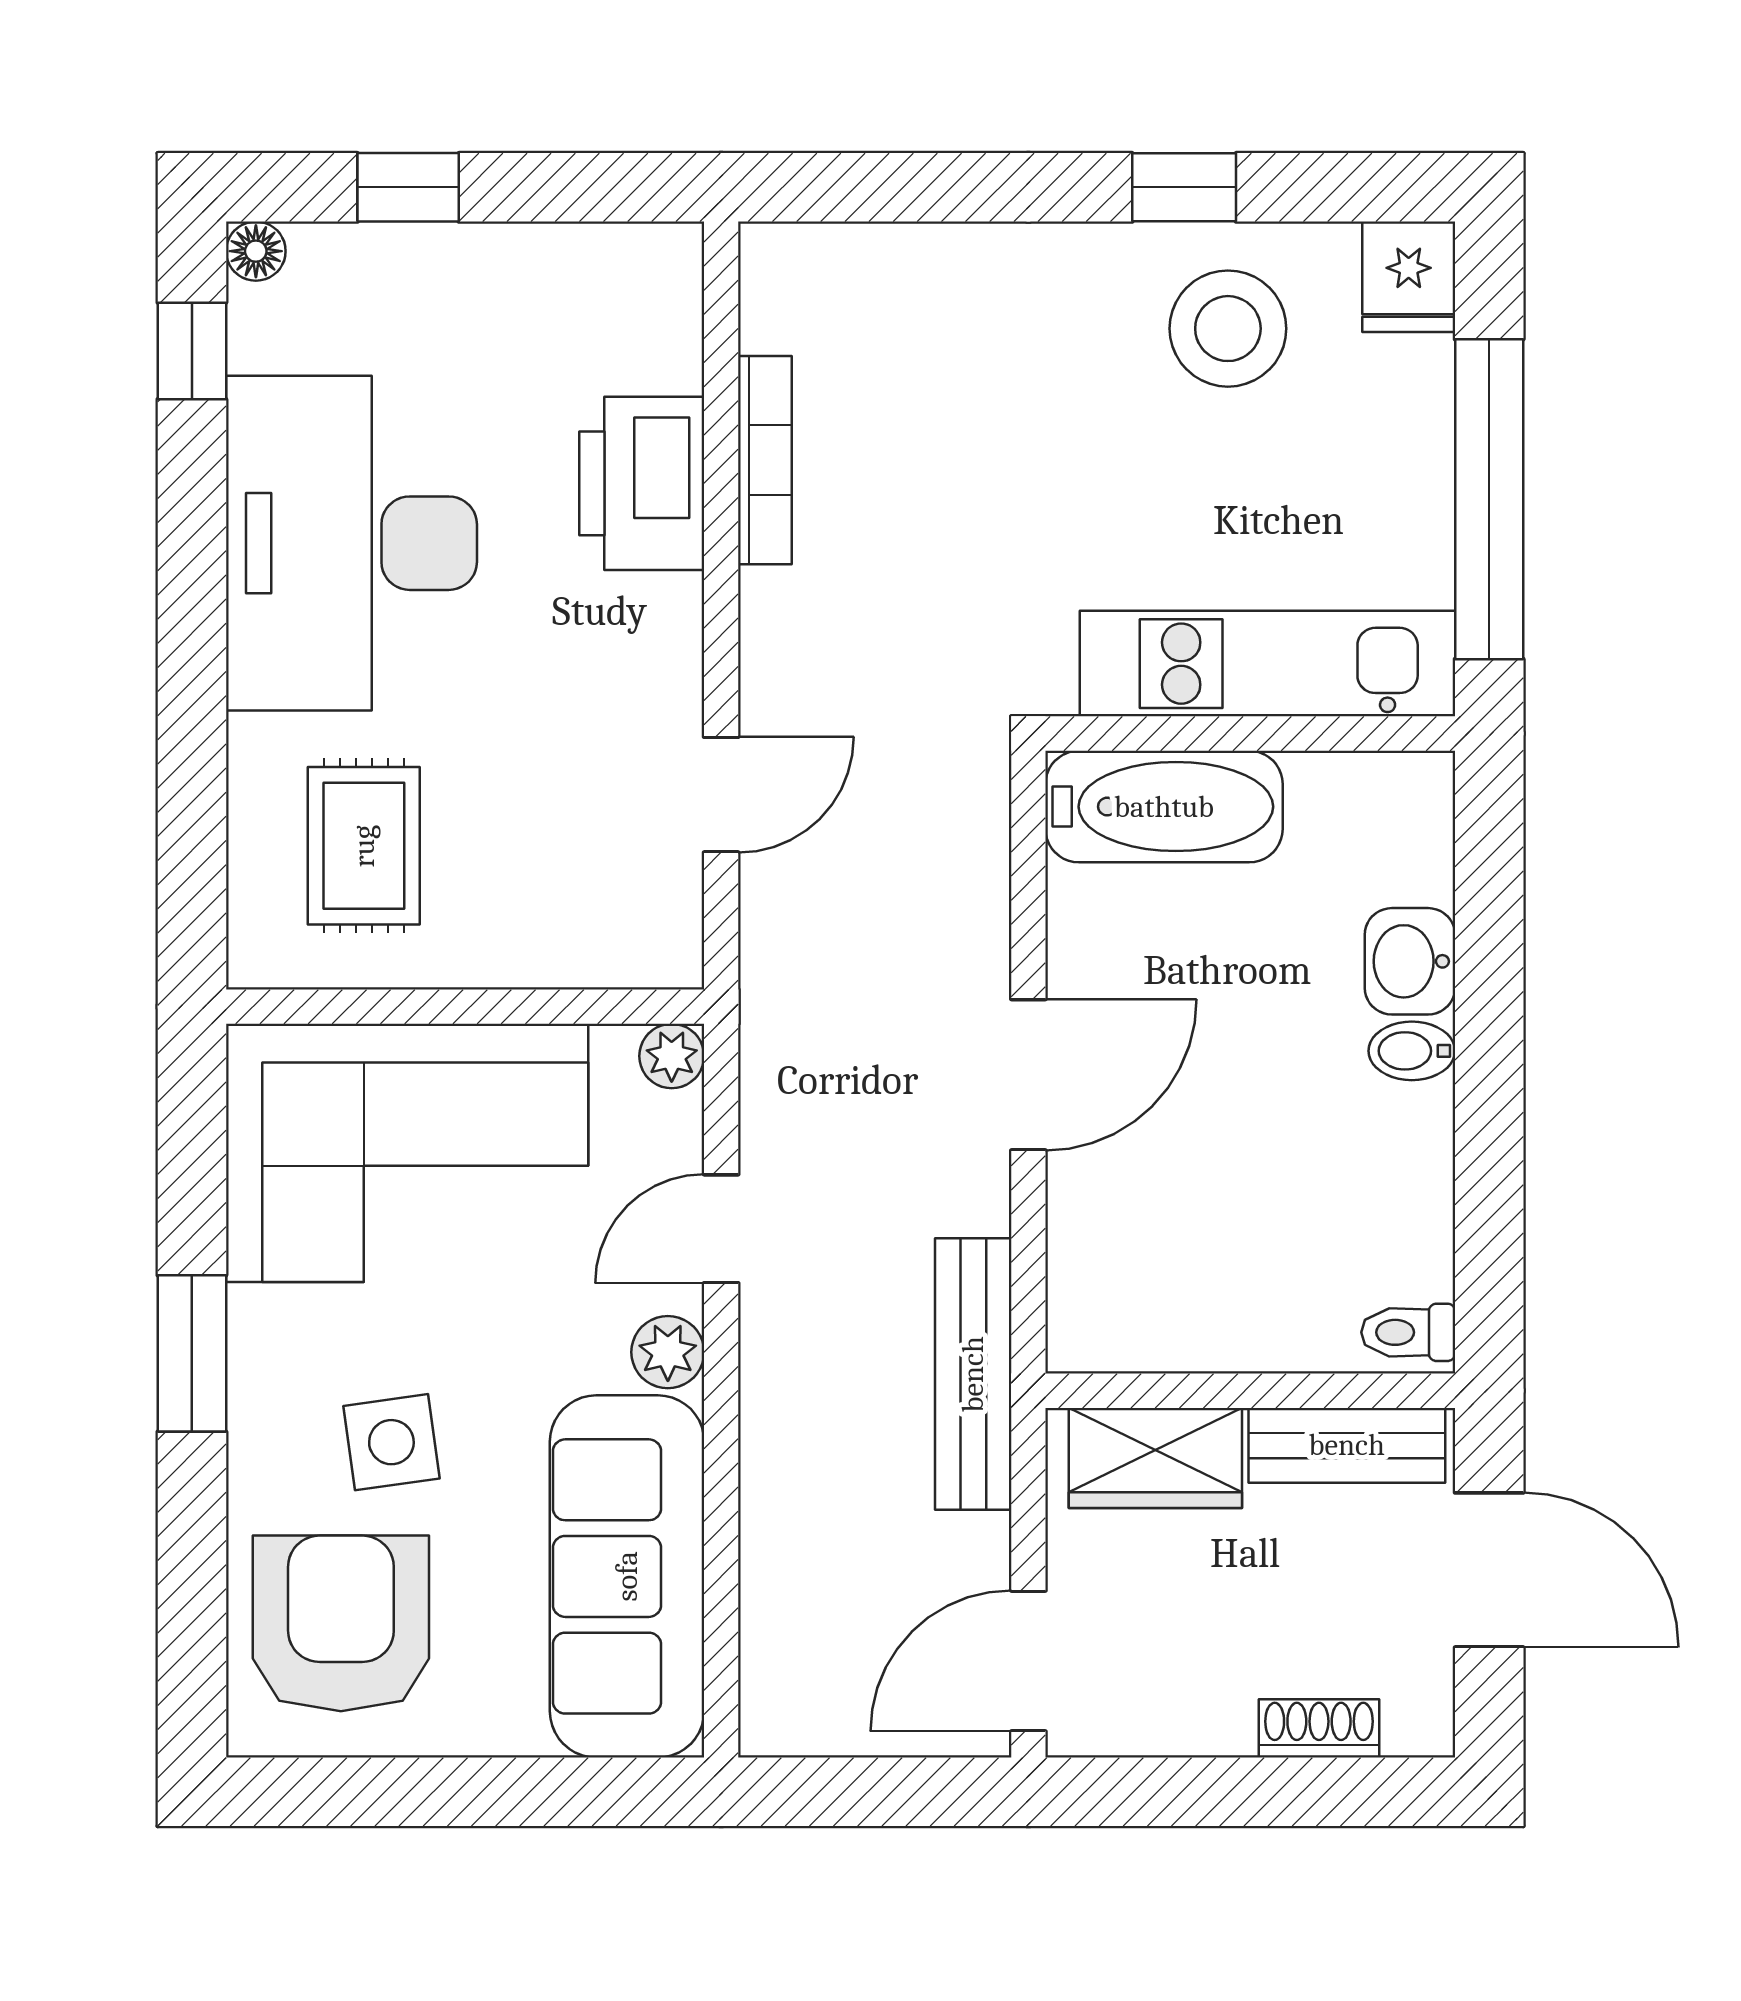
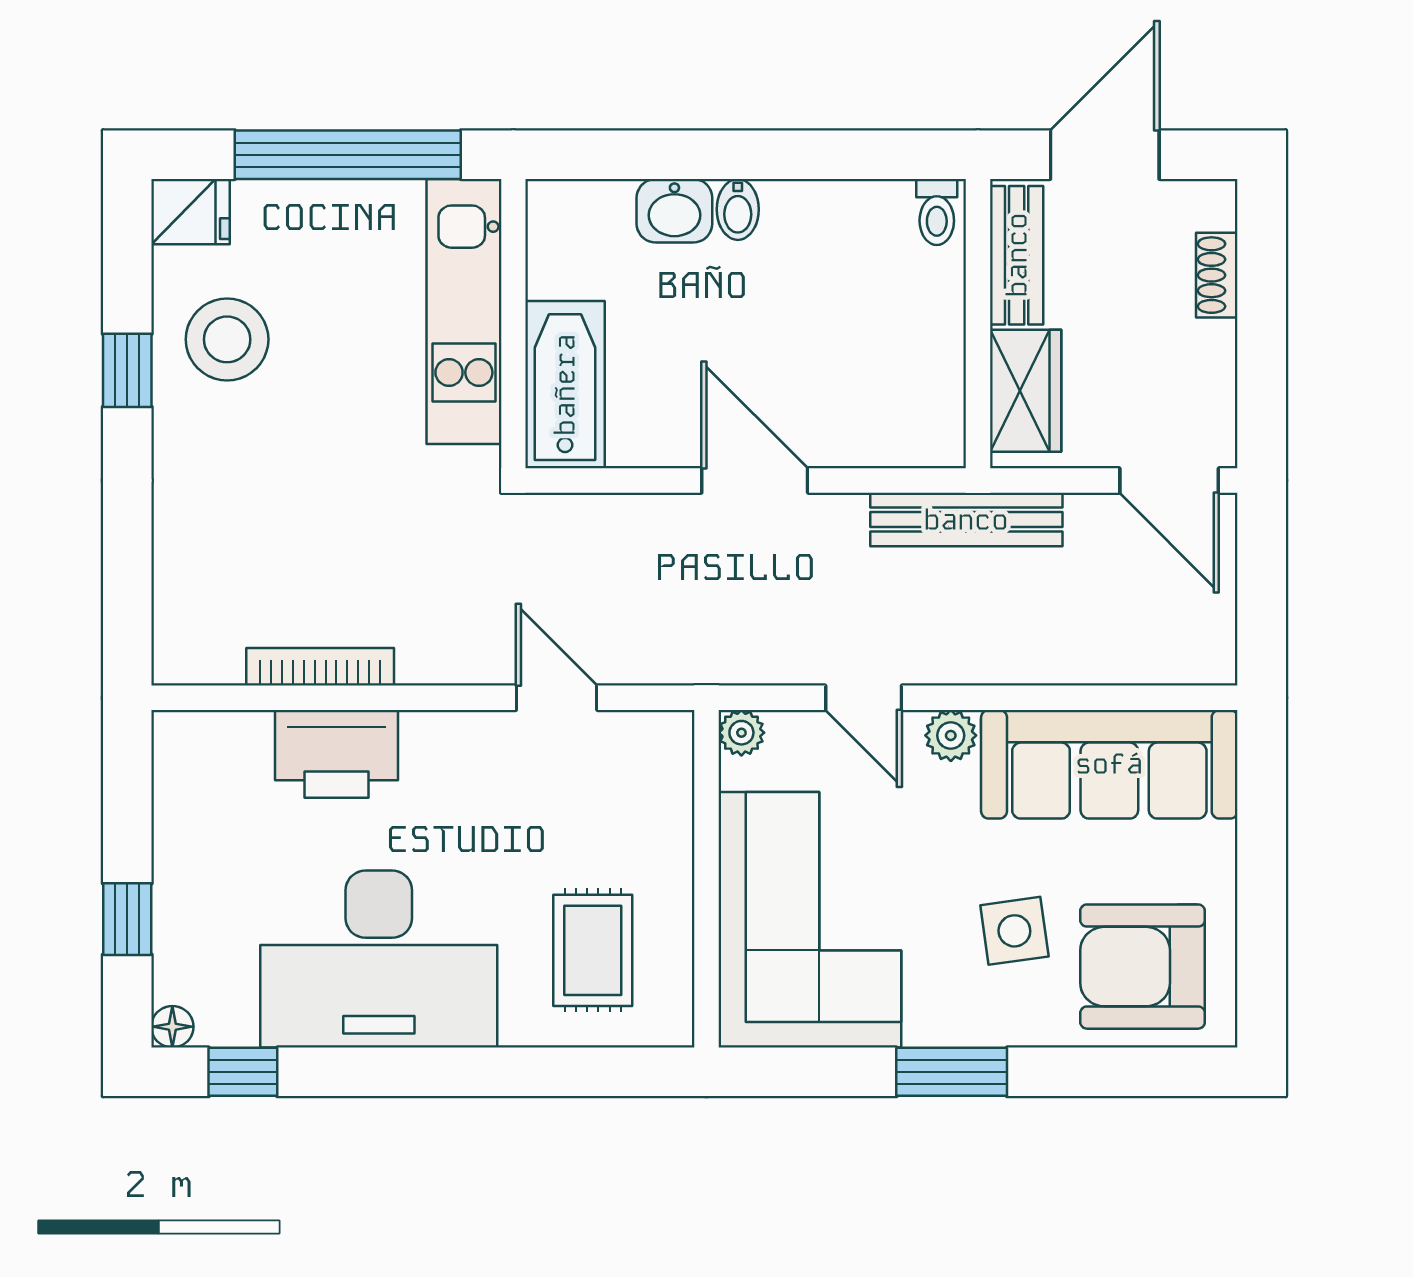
rug: (364, 846) -> (593, 950), turned 90

